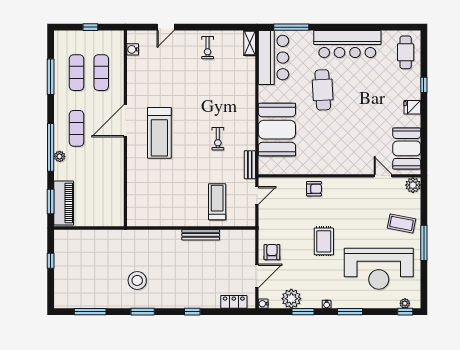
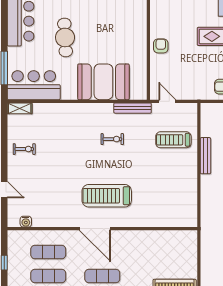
cafe table: (323, 90) -> (65, 37), turned 90
treadmill: (159, 133) -> (107, 196), turned 180
bench: (250, 165) -> (133, 108), width x1.36

